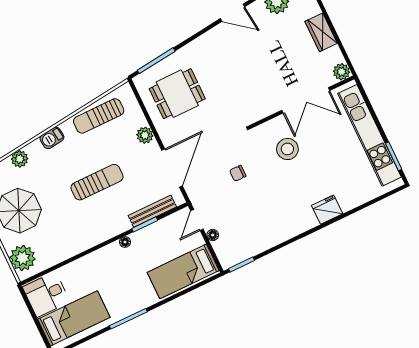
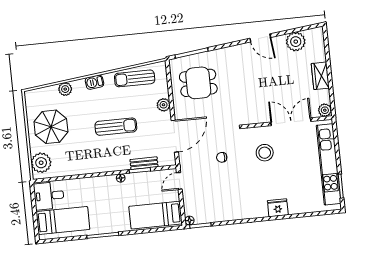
double door: (306, 100) -> (291, 122), swing flipped
bench: (152, 211) -> (144, 163), width x0.73
floor lamp: (213, 235) -> (189, 220), moved

